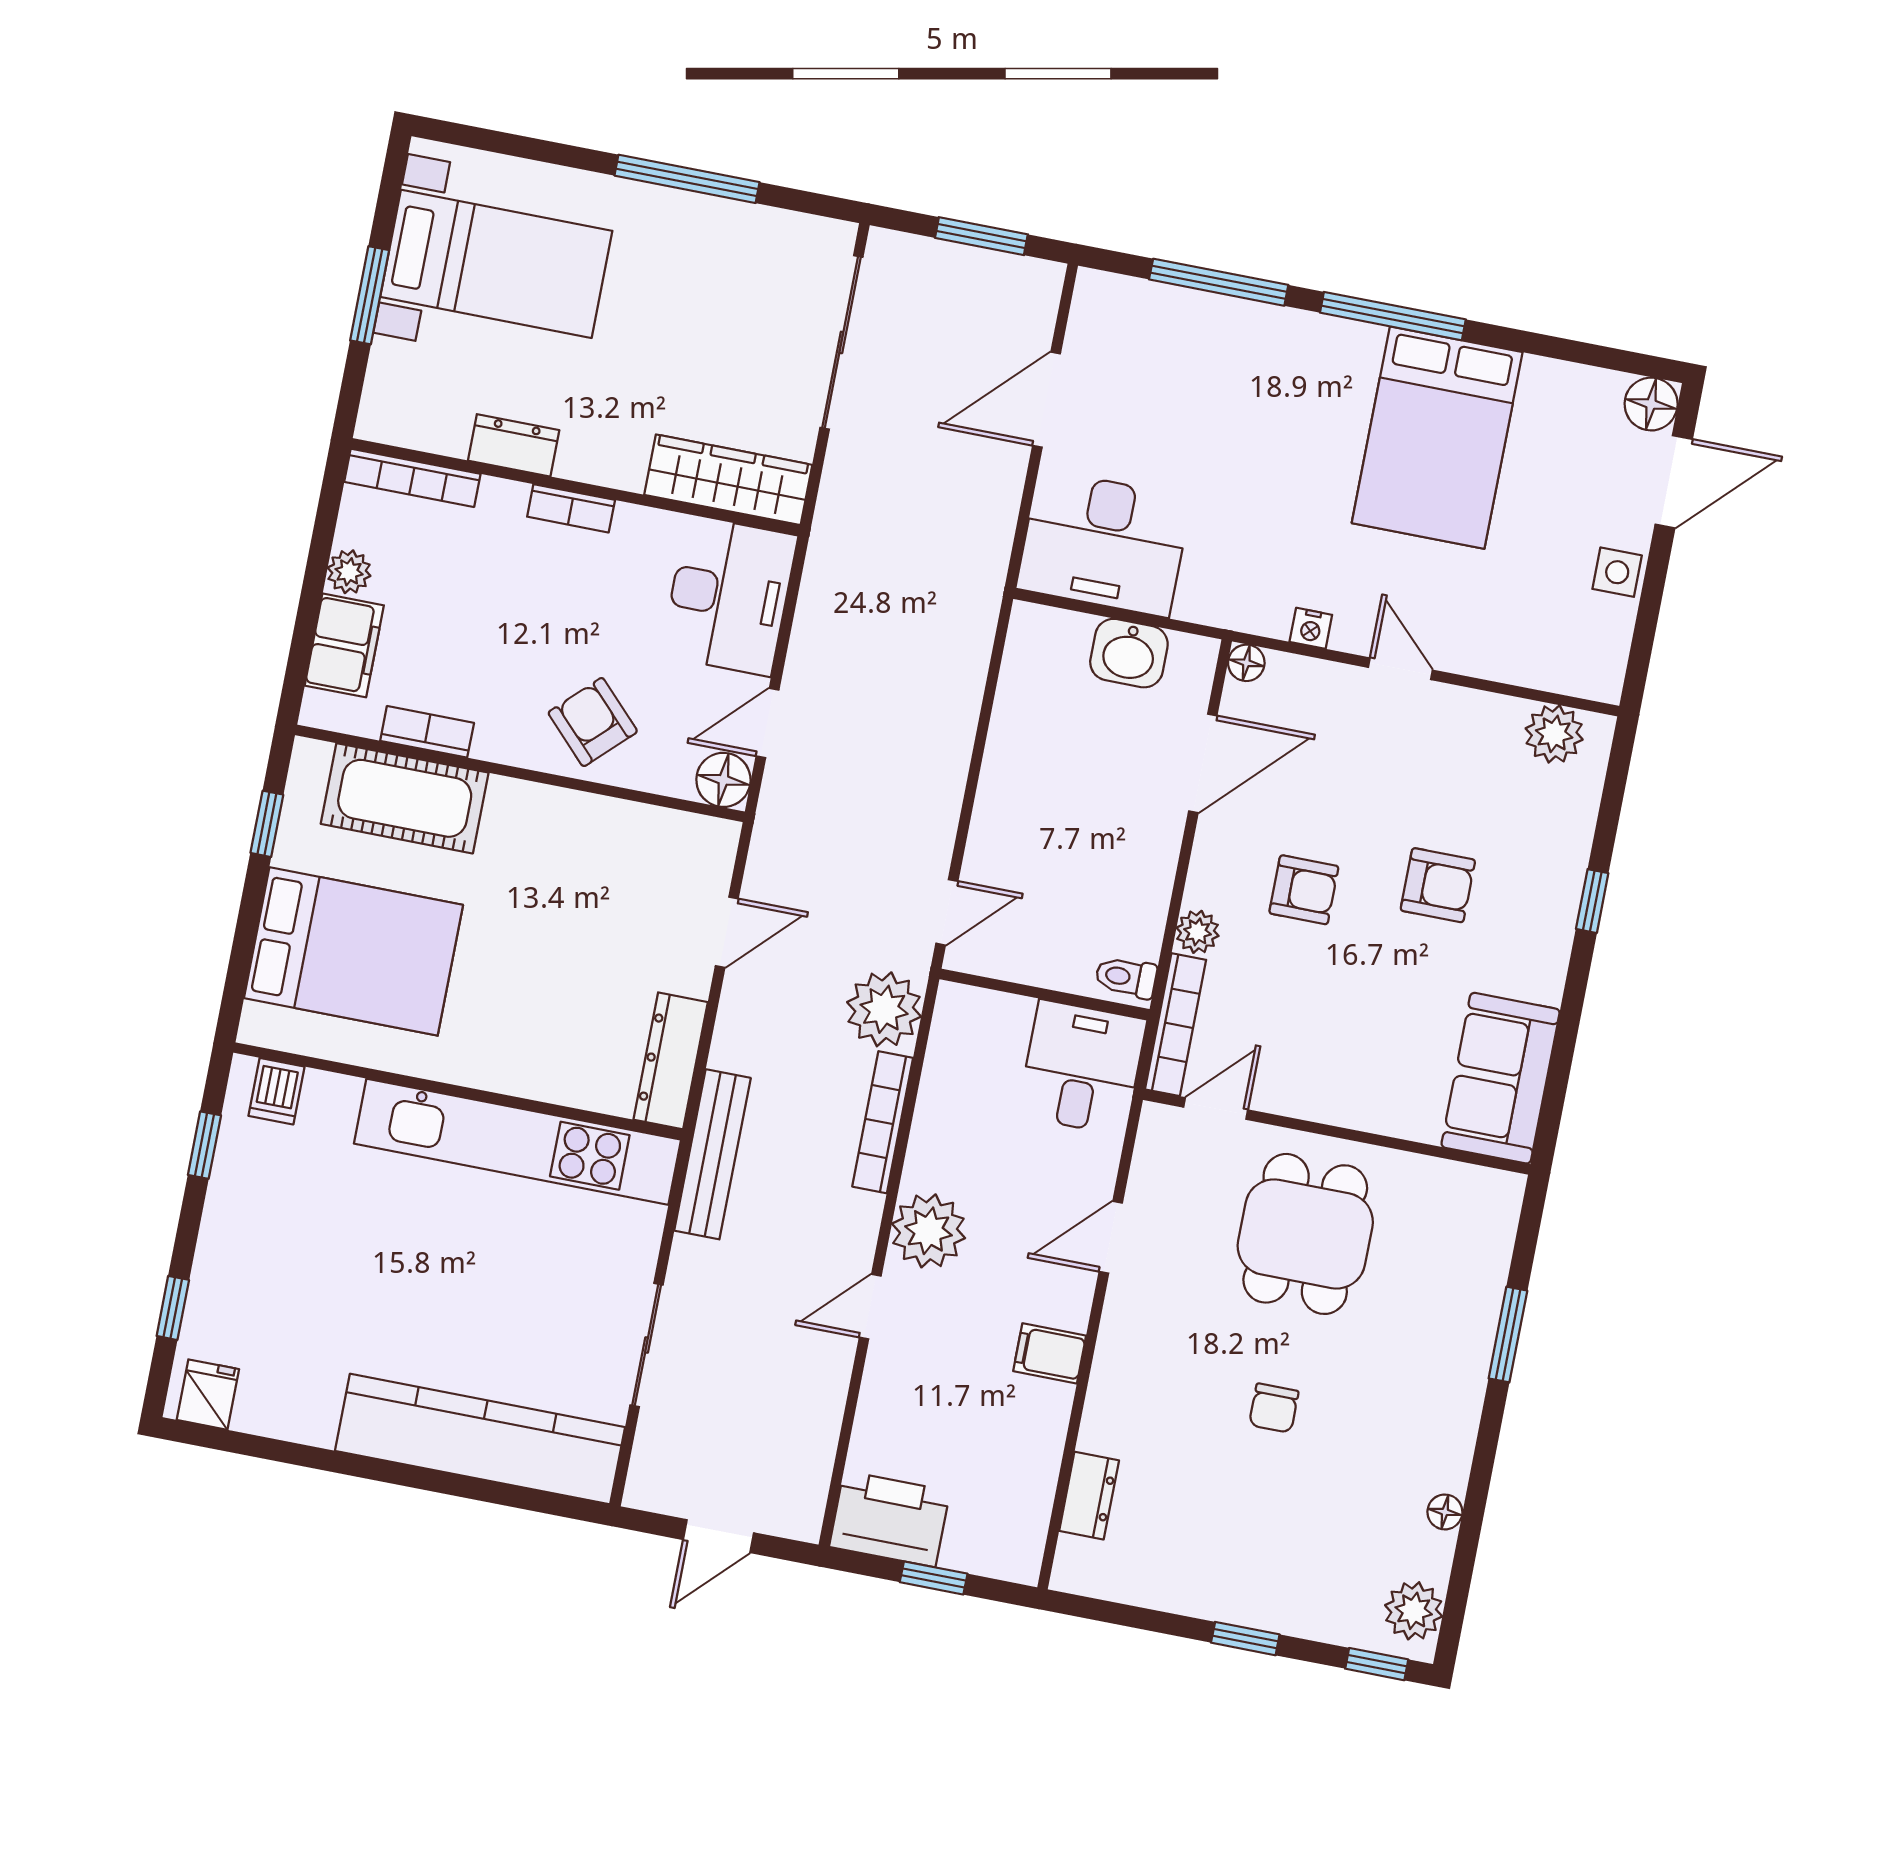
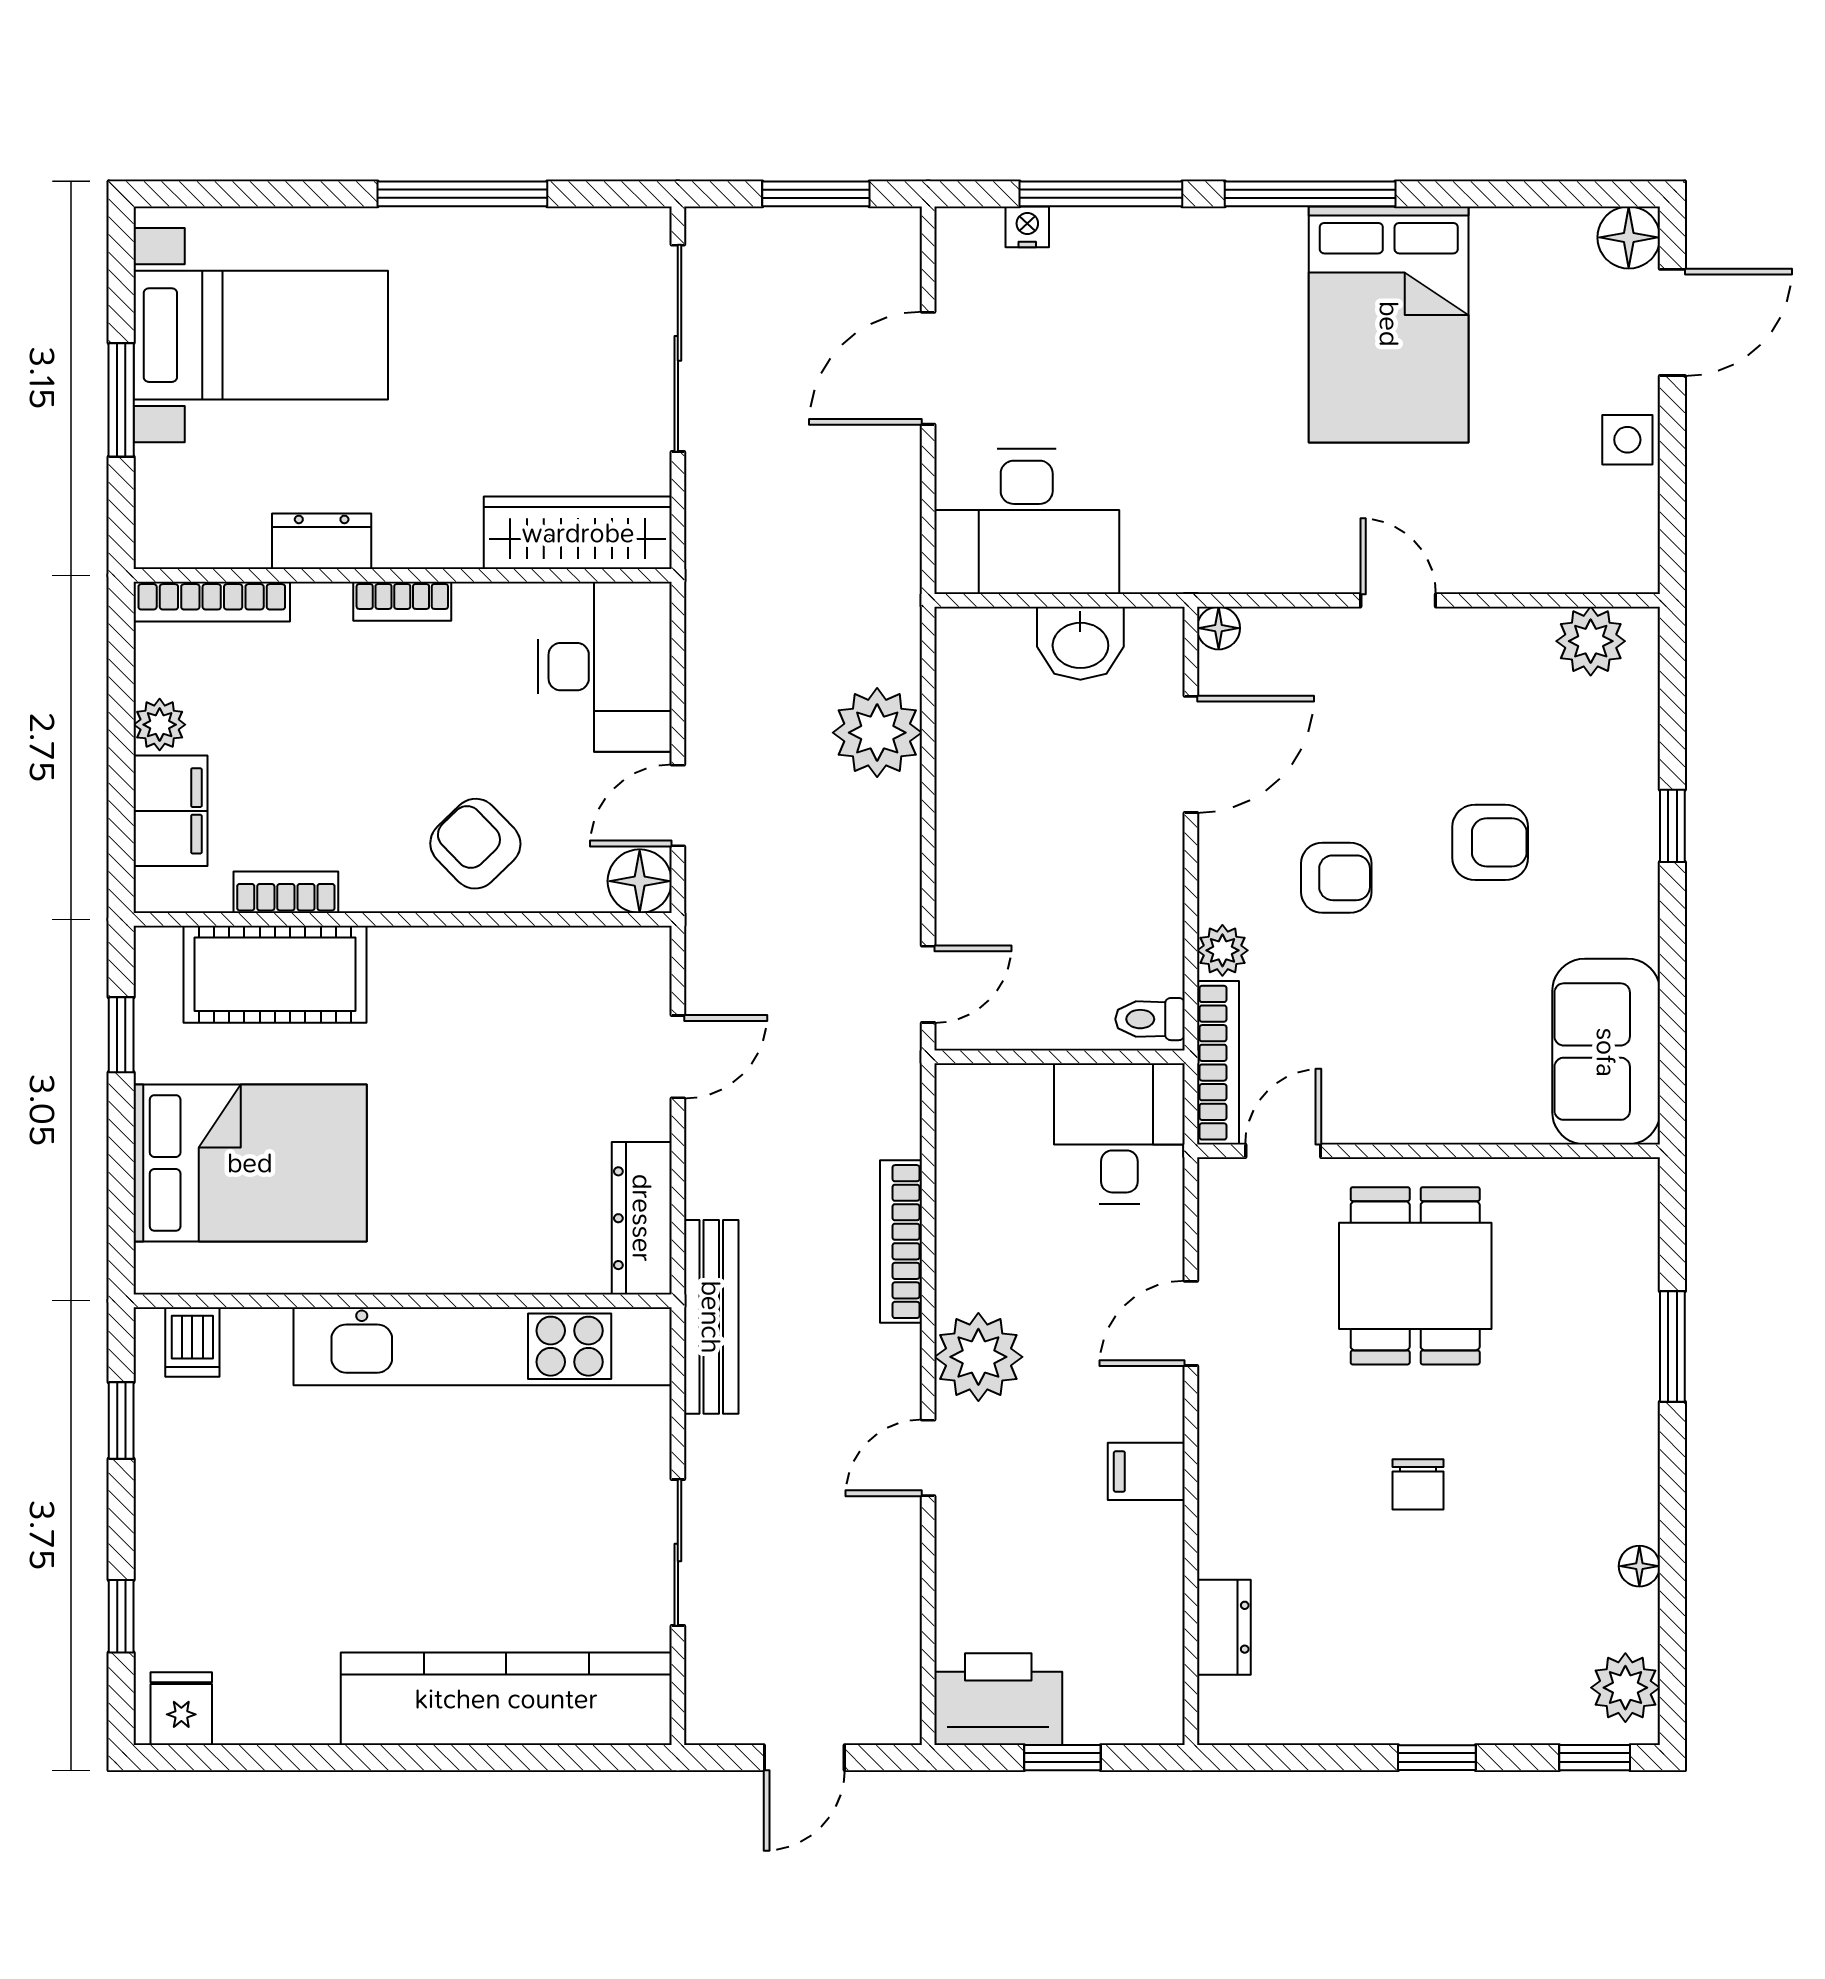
nightstand: (1311, 628) -> (1027, 227), moved, turned 180
plant: (884, 1009) -> (877, 733), moved

